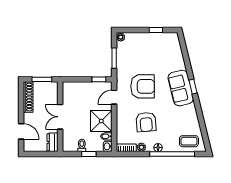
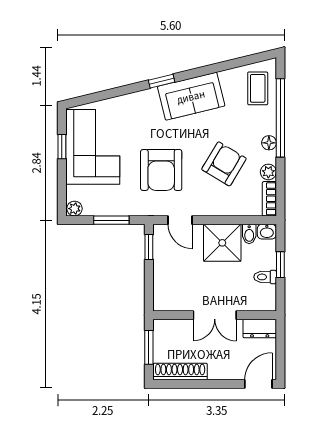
corner sofa: (156, 48) -> (93, 147), added
armchair: (143, 86) -> (161, 170), turned 180
sofa: (181, 88) -> (191, 96), moved
armchair: (146, 122) -> (224, 164), turned -55
door: (21, 131) -> (258, 384), moved

